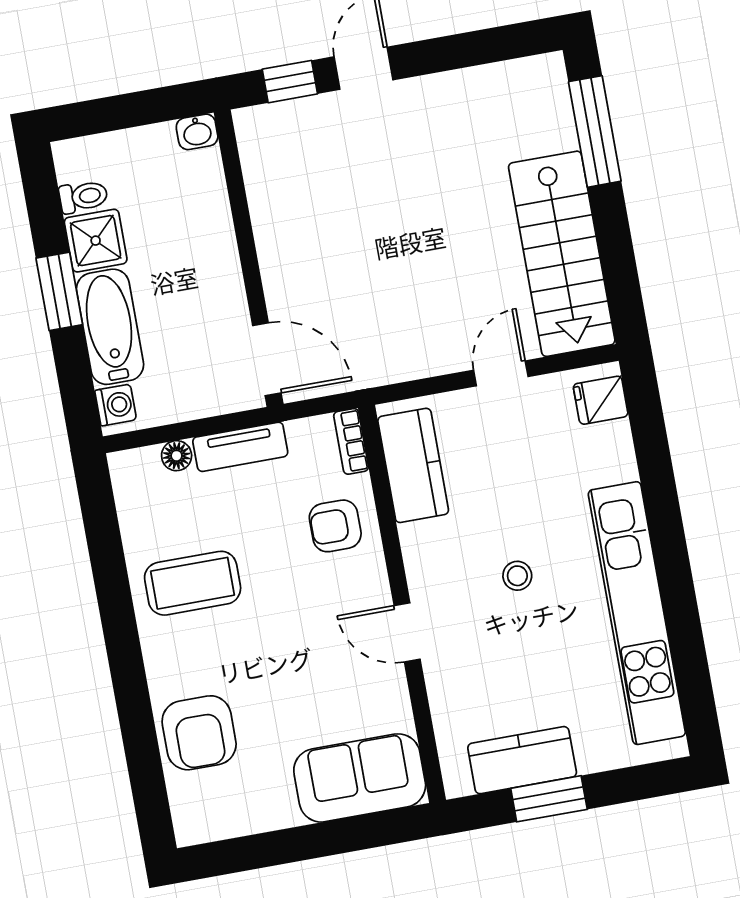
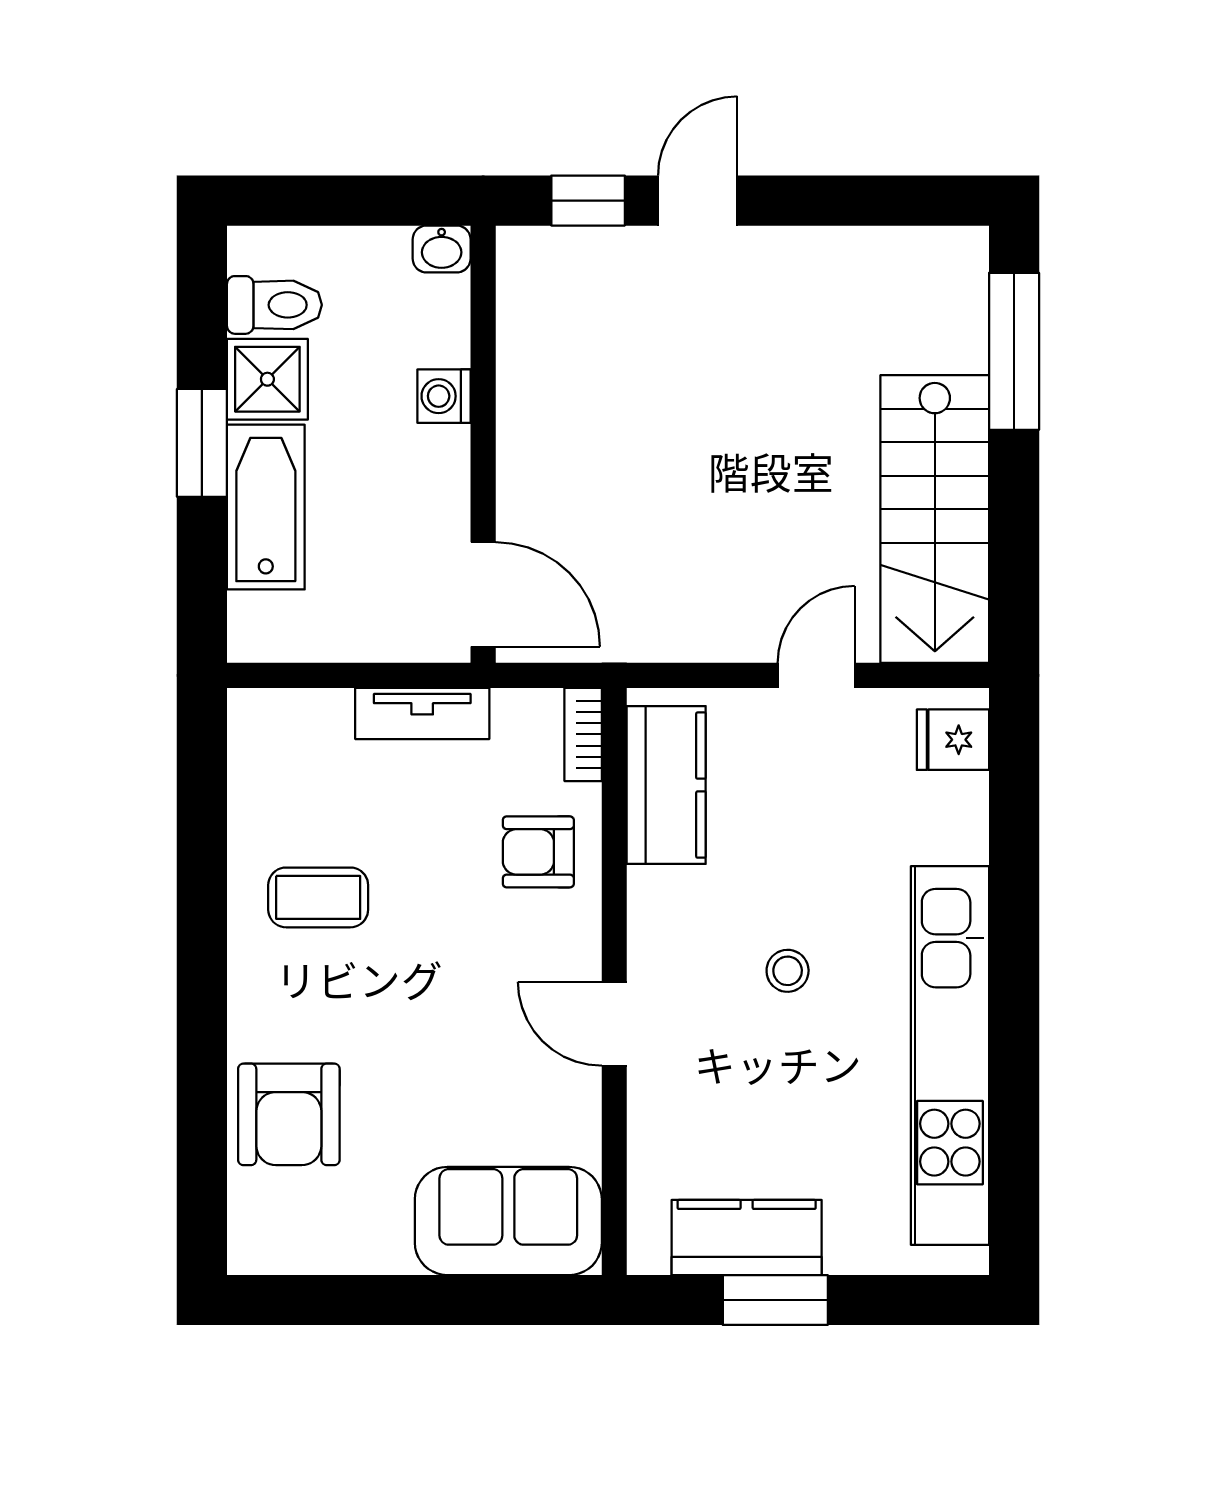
toilet: (83, 197) -> (274, 305), width x1.37, depth x1.39
washing machine: (116, 405) -> (444, 396), moved, turned 180
floor lamp: (177, 456) -> (328, 710), removed
coffee table: (193, 583) -> (318, 897), width x0.73, depth x0.77

